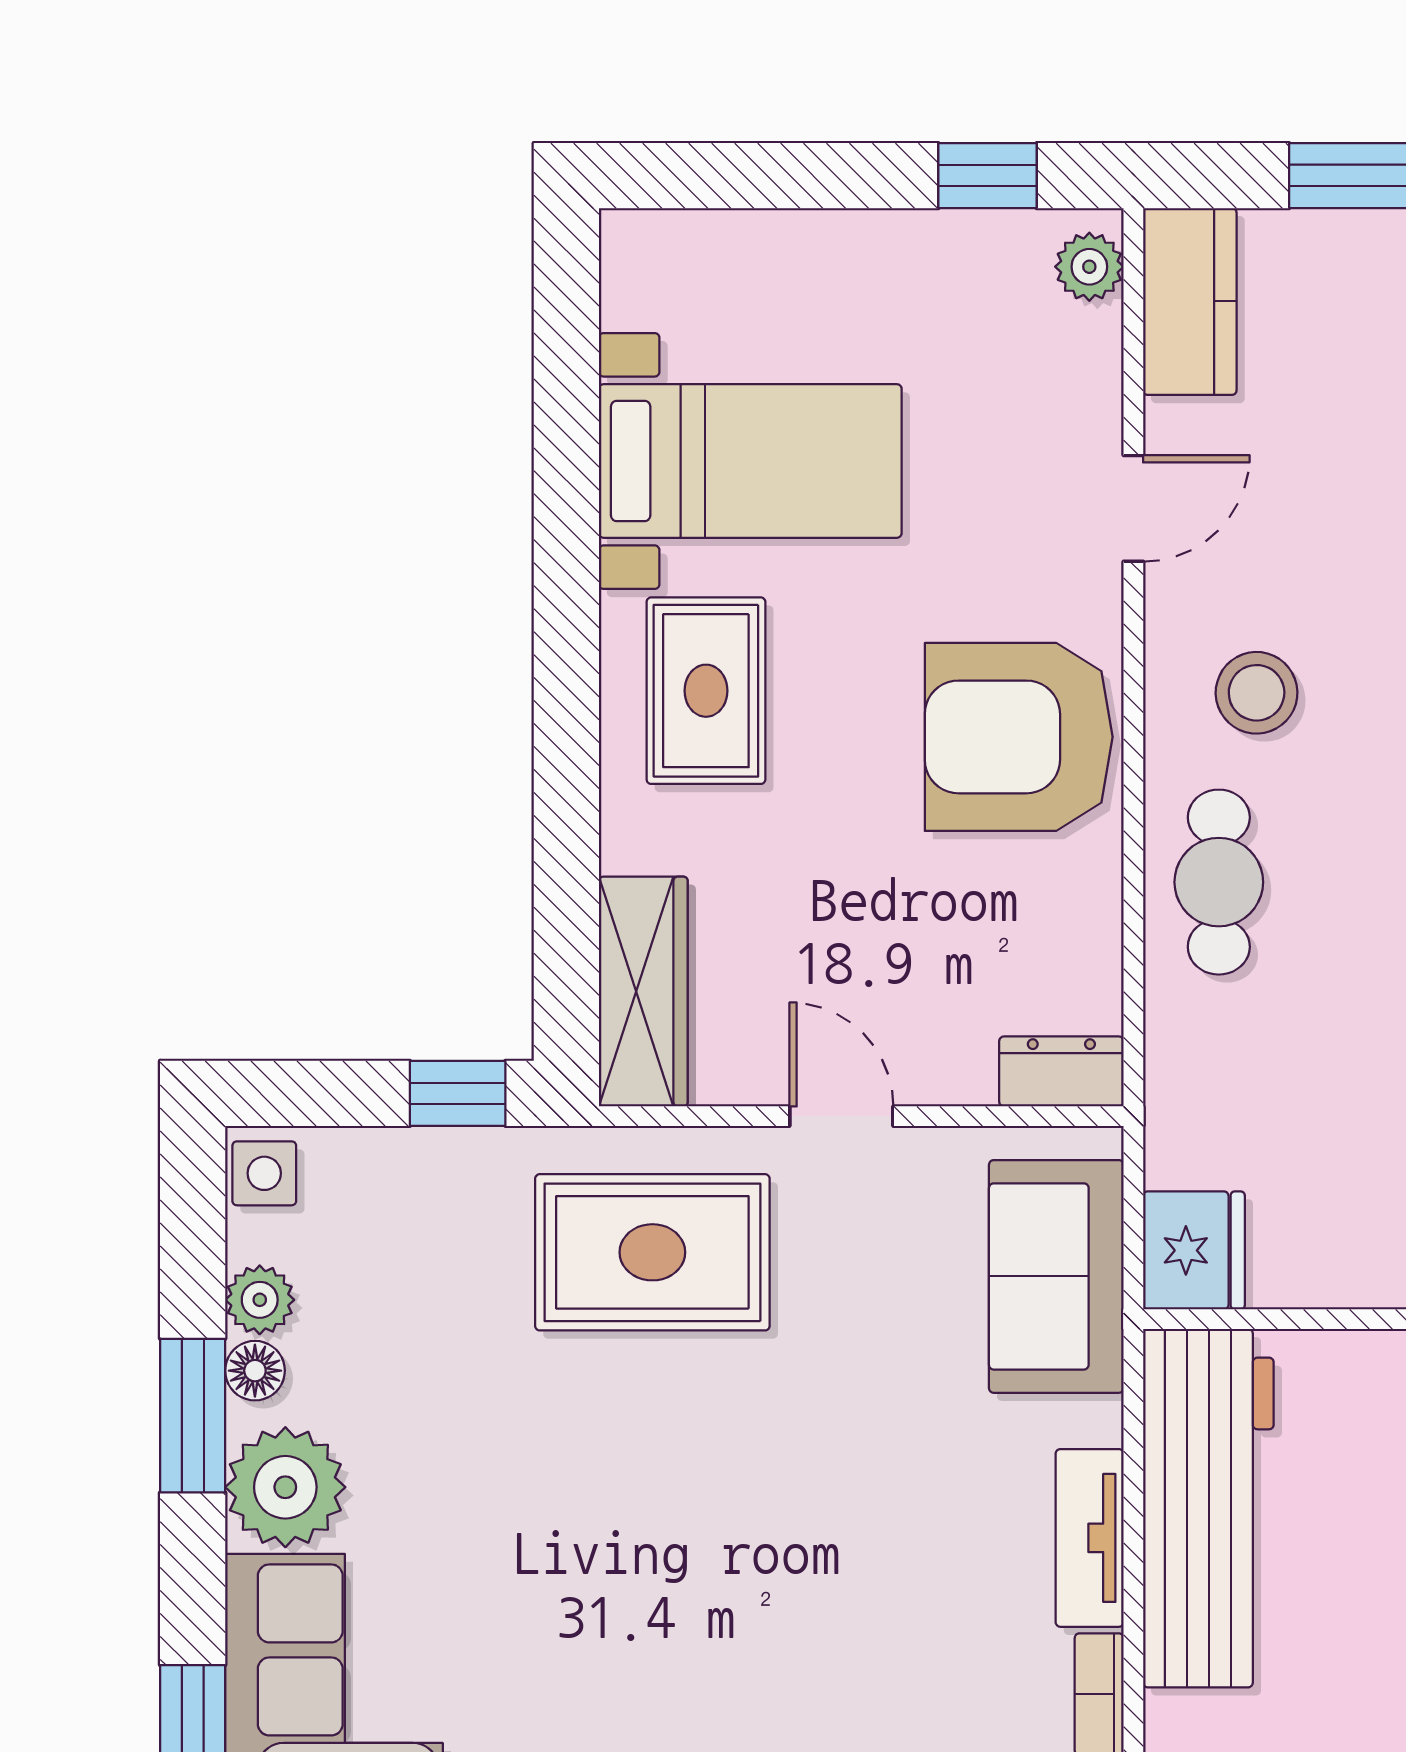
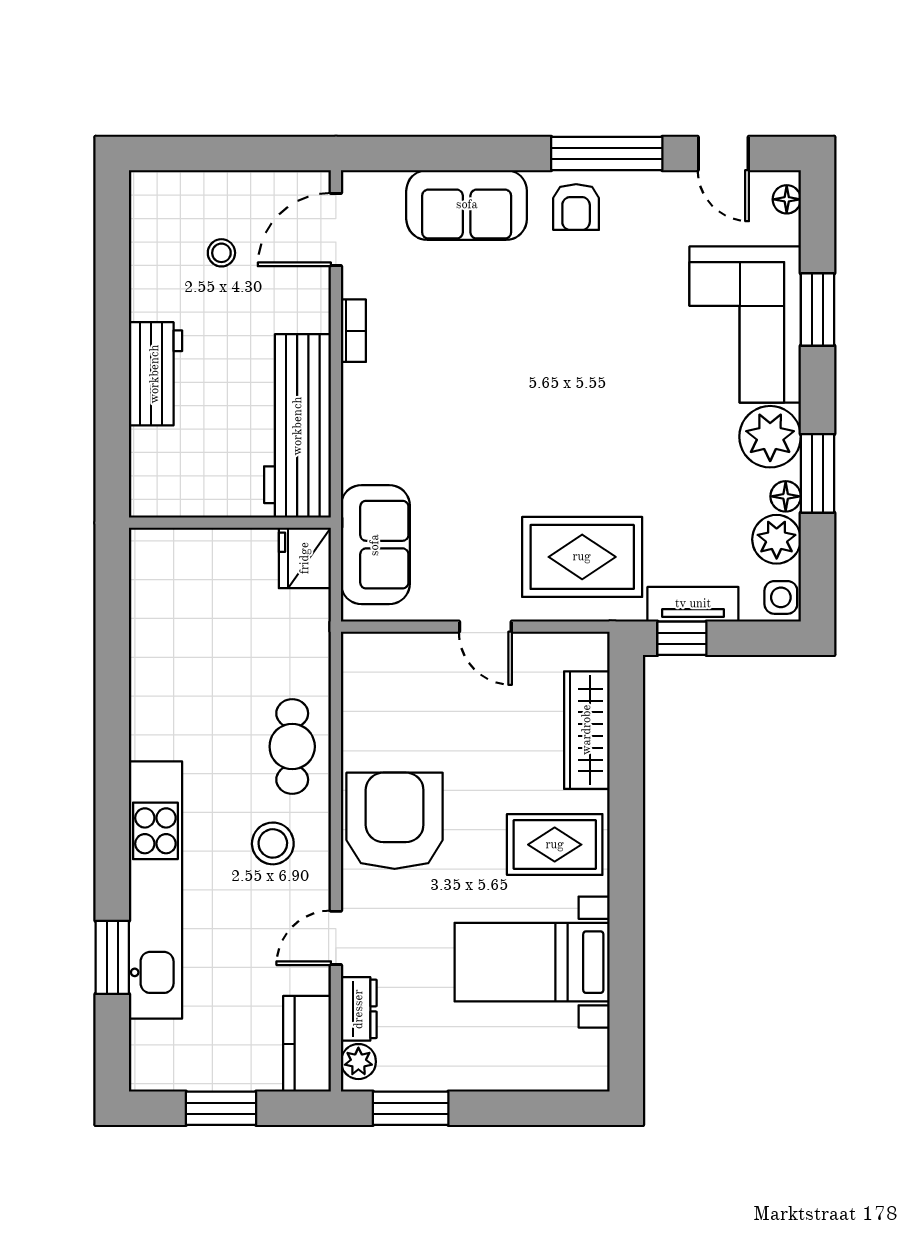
window: (988, 176) -> (411, 1108), width x1.50
rug: (706, 691) -> (555, 845), turned 90
armchair: (1019, 737) -> (395, 821), turned -90
wardrobe: (643, 991) -> (587, 730), moved
dresser: (1061, 1071) -> (359, 1009), moved, turned -90
plant: (260, 1300) -> (777, 539), width x1.38, depth x1.38
tv unit: (1090, 1538) -> (693, 604), moved, turned -90

